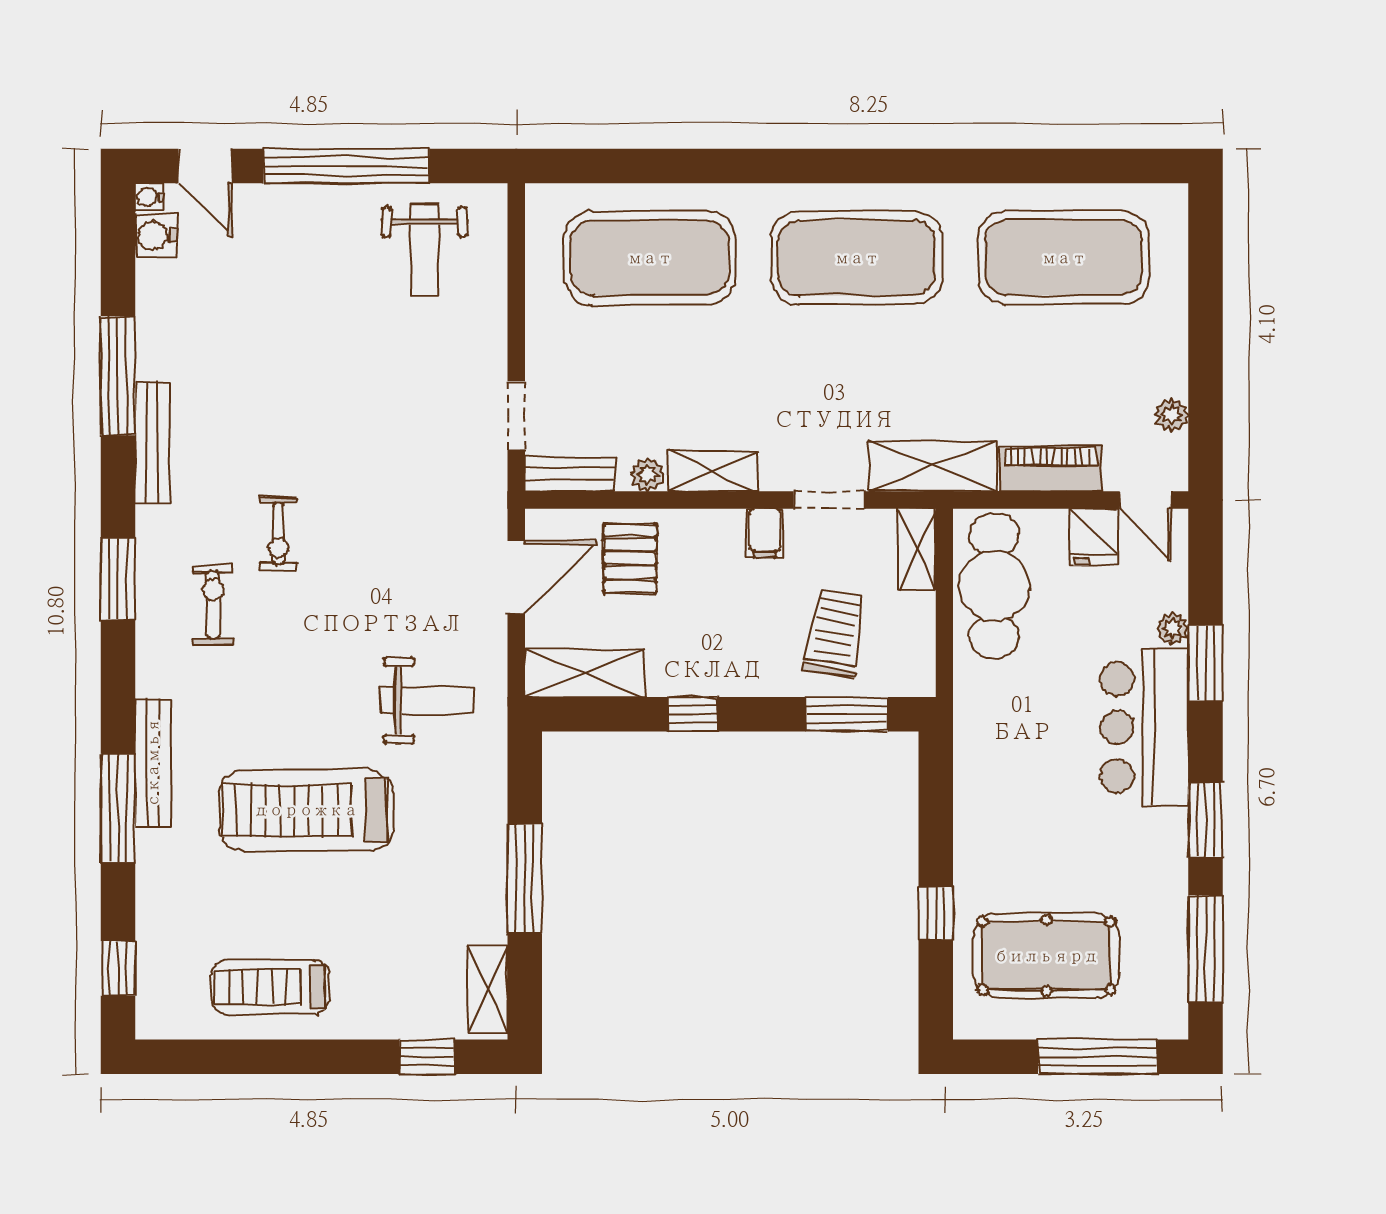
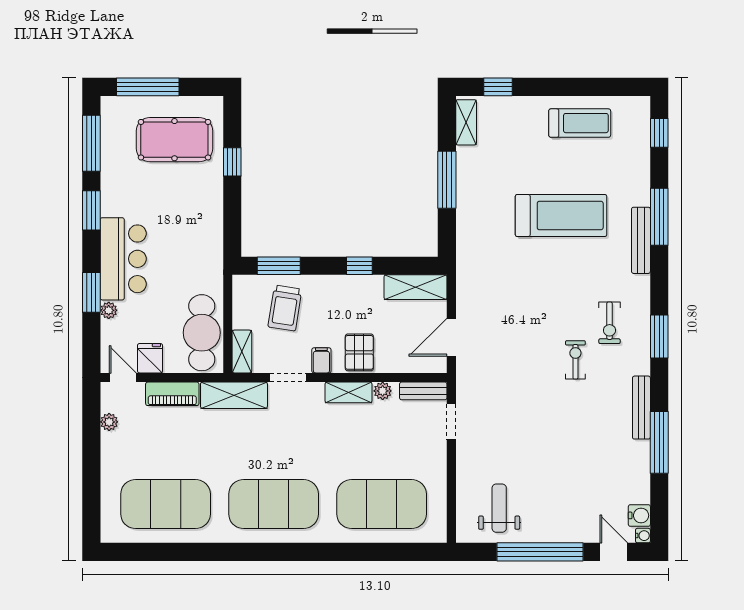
pallet: (630, 559) -> (359, 352), moved
weight bench: (427, 700) -> (498, 273), removed

